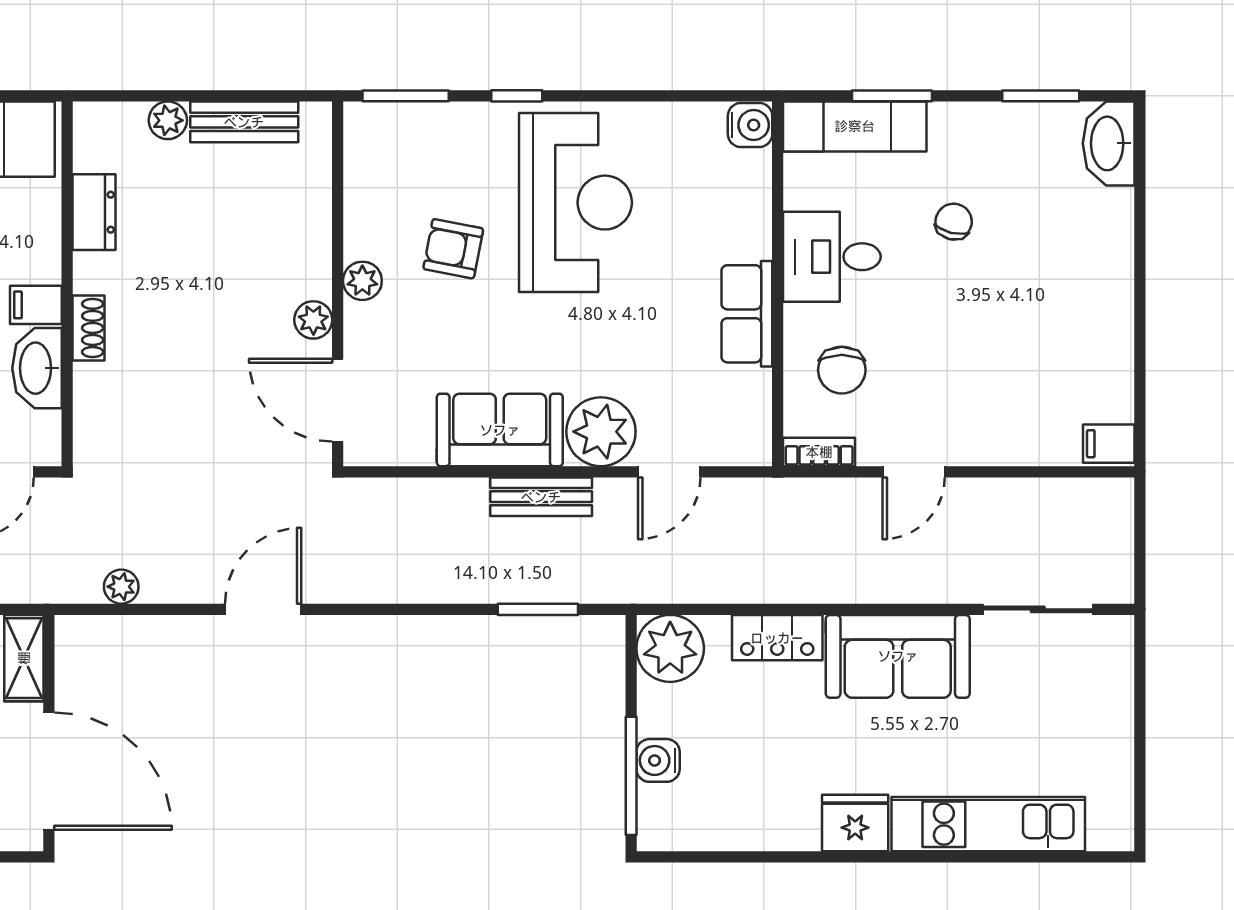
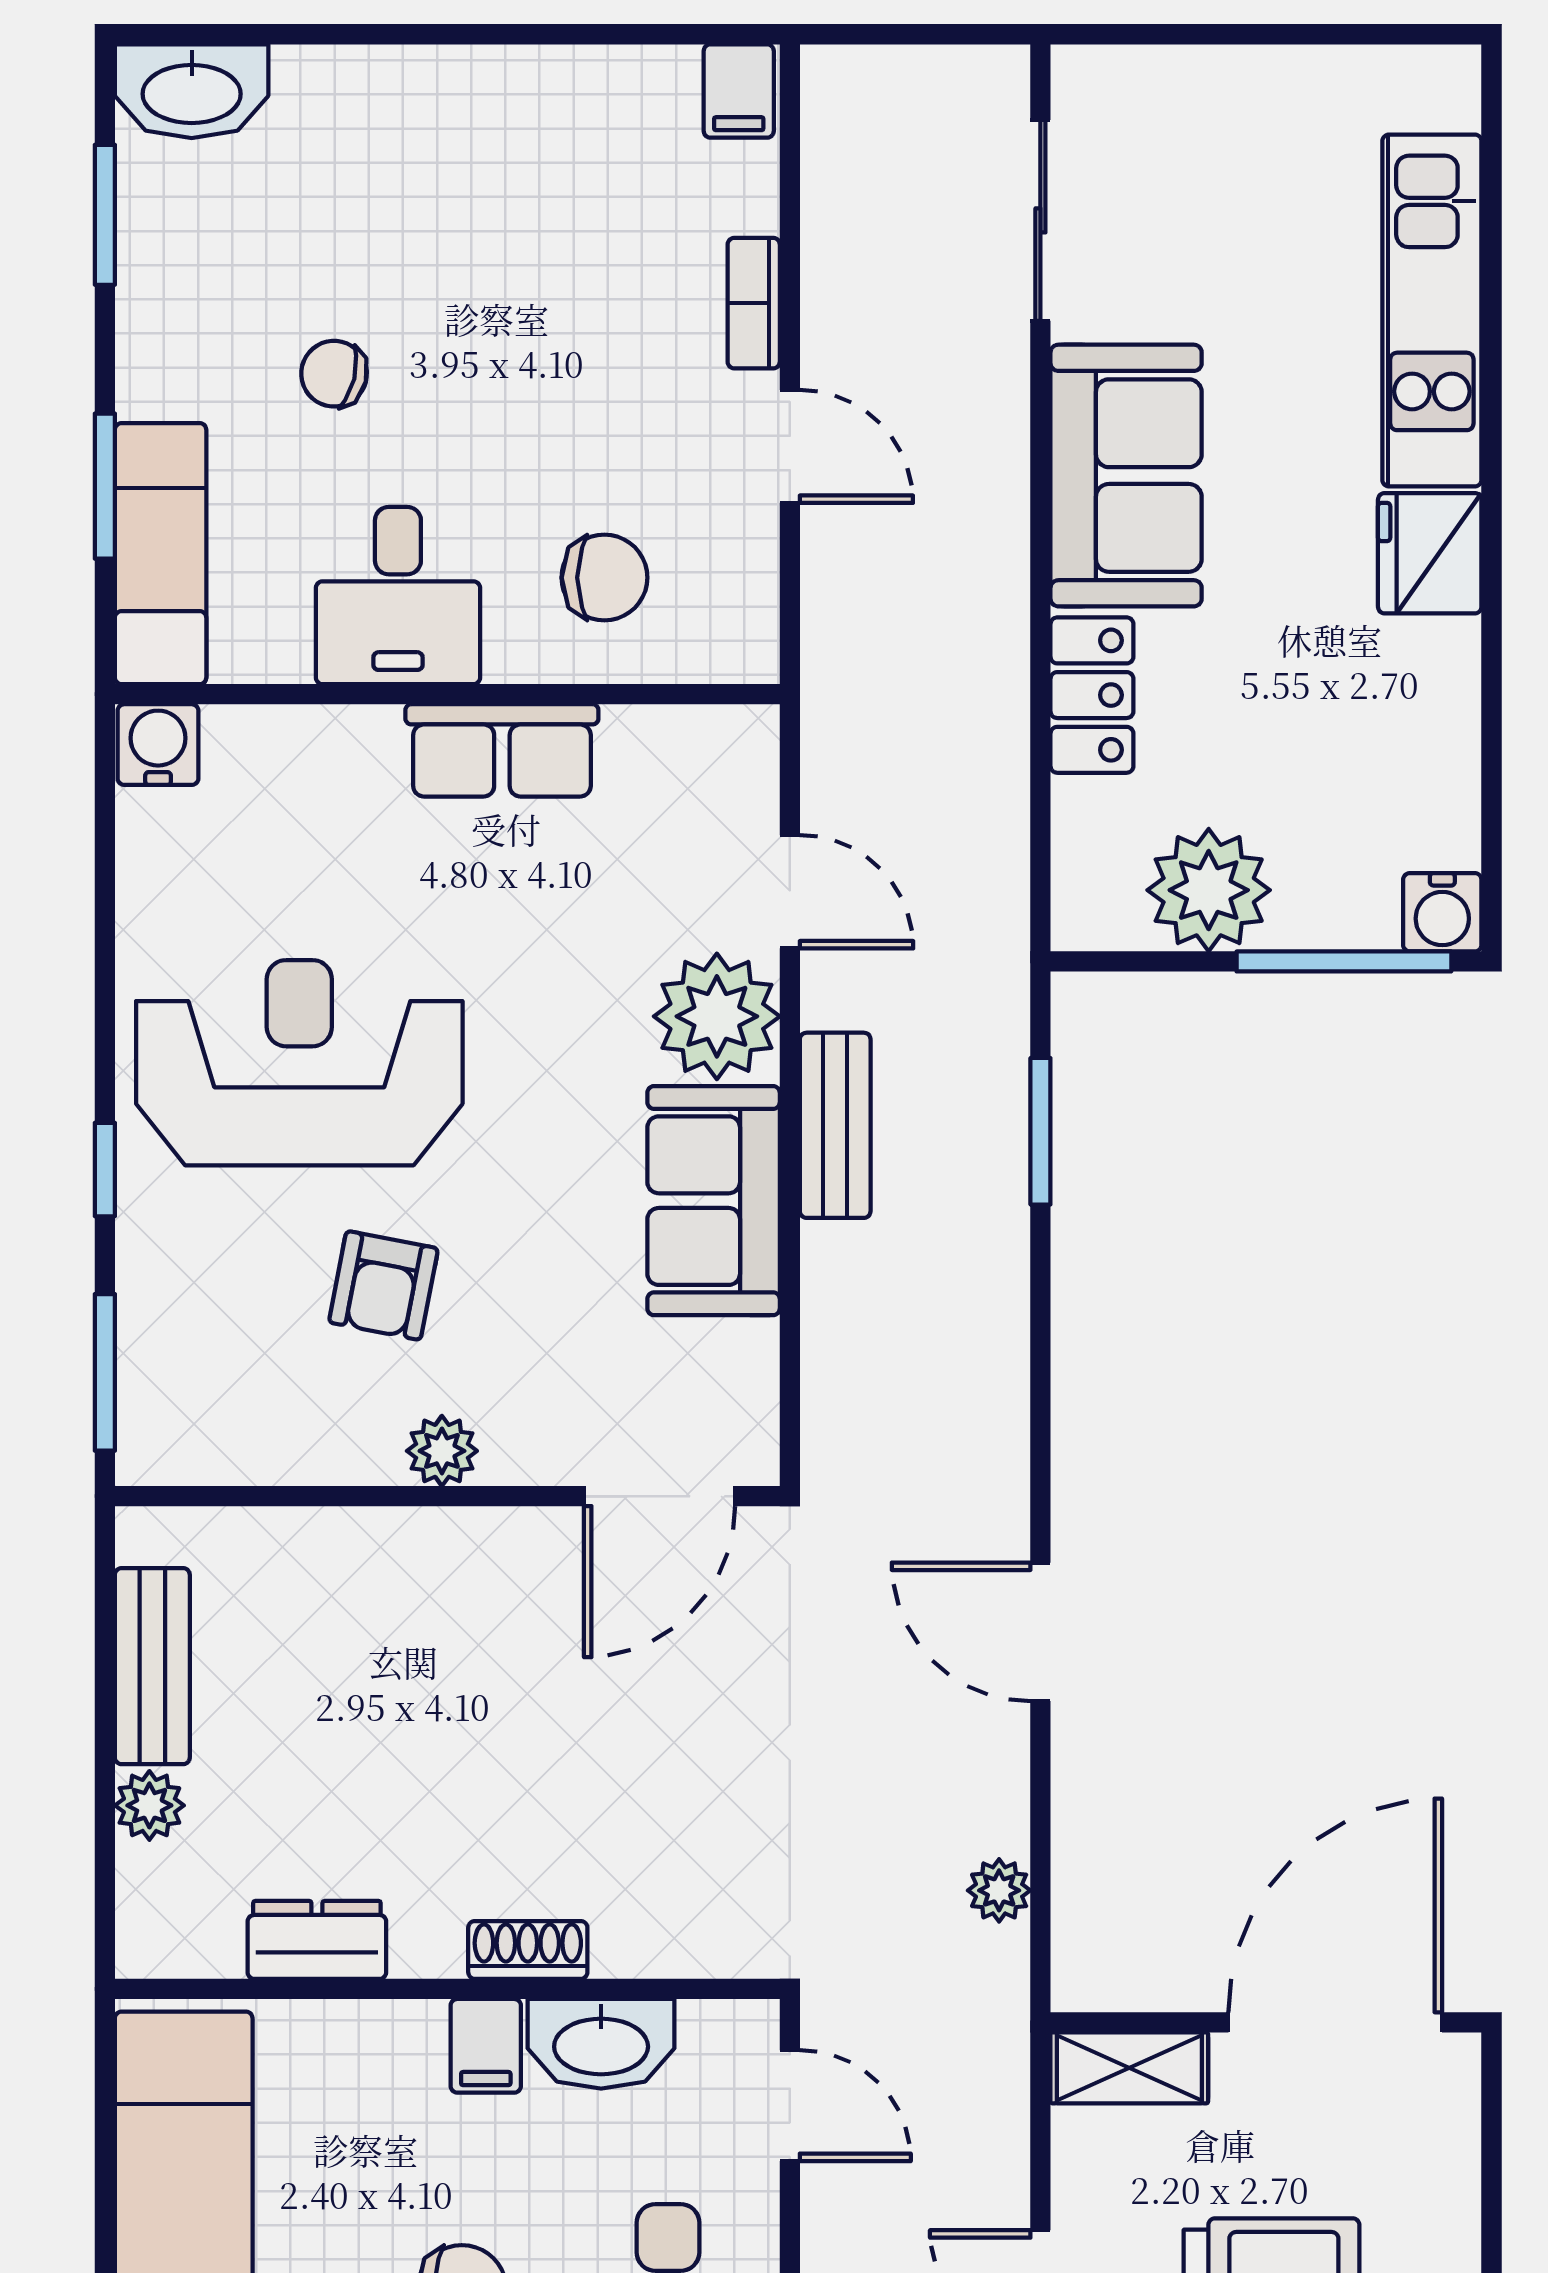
plant: (313, 320) -> (513, 1540), removed
bookcase: (819, 452) -> (754, 303), moved
plant: (670, 648) -> (1209, 890), moved
water cooler: (658, 760) -> (1442, 912), moved

